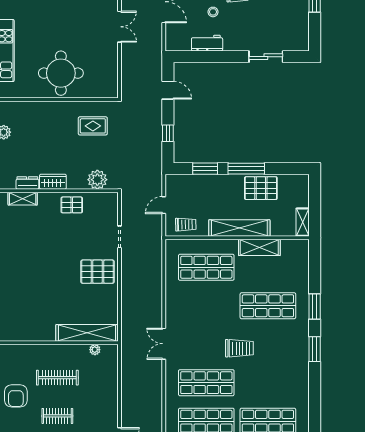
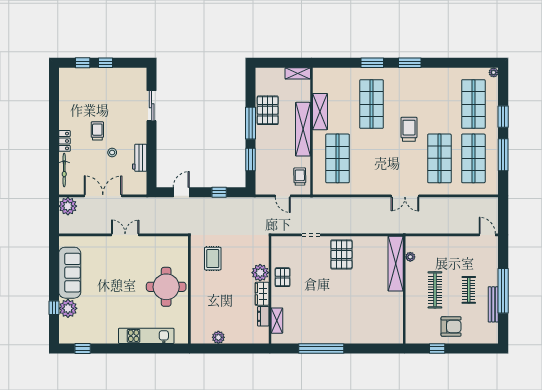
plant: (97, 180) -> (260, 273), moved

